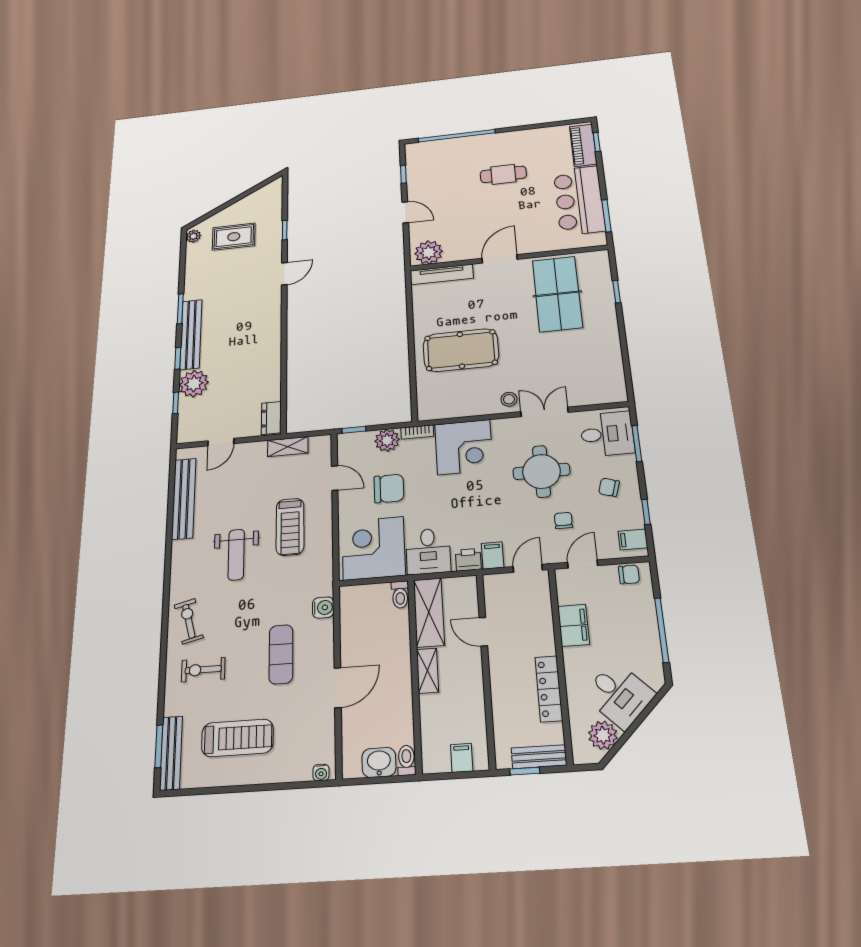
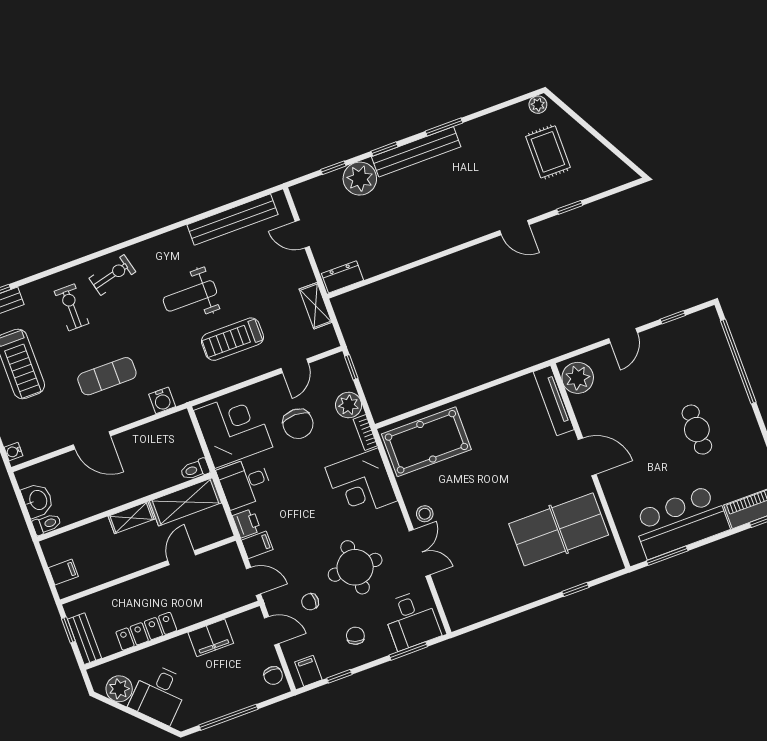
pool table: (461, 350) -> (426, 442), moved, turned 90
chair: (563, 520) -> (310, 602), turned 180

